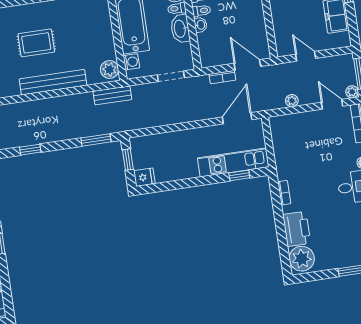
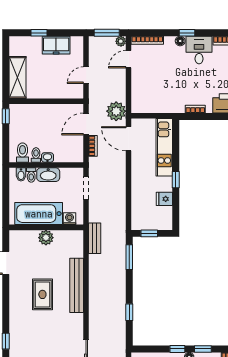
plant: (109, 69) -> (46, 238), moved
plant: (292, 101) -> (116, 111), moved, width x1.88, depth x1.88
window: (239, 175) -> (176, 180), moved
fridge: (144, 177) -> (164, 199), moved, turned -90

